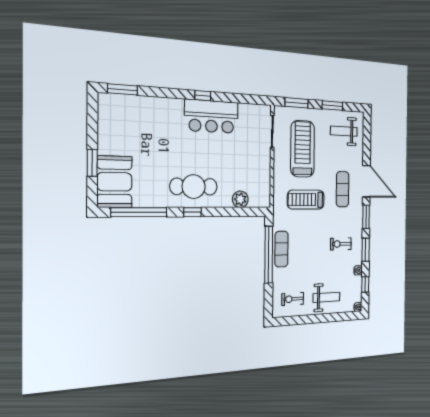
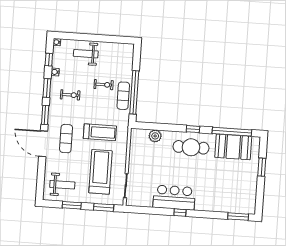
treadmill: (303, 149) -> (100, 172), turned 180
booth: (115, 182) -> (233, 147), moved, turned 90
exercise bike: (293, 299) -> (104, 85), moved

